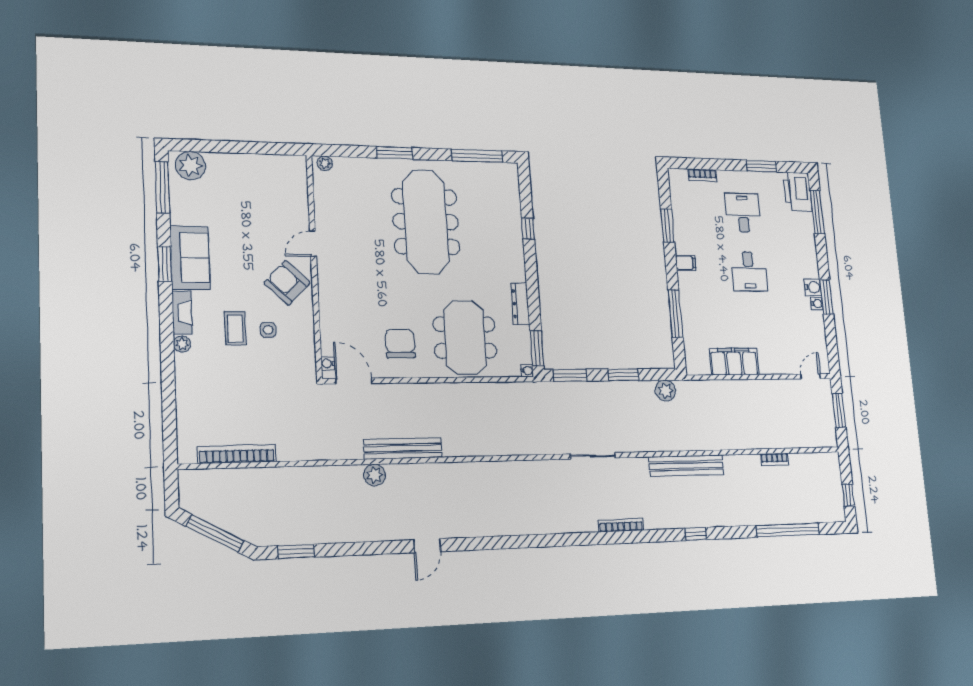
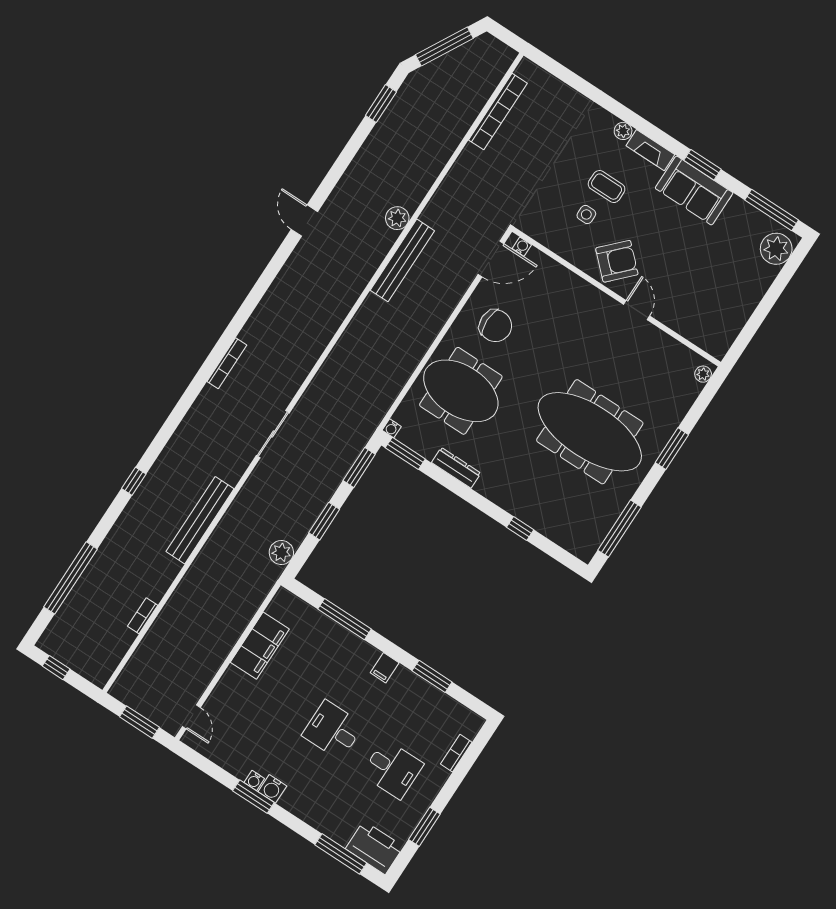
bookcase: (621, 525) -> (227, 363), moved

